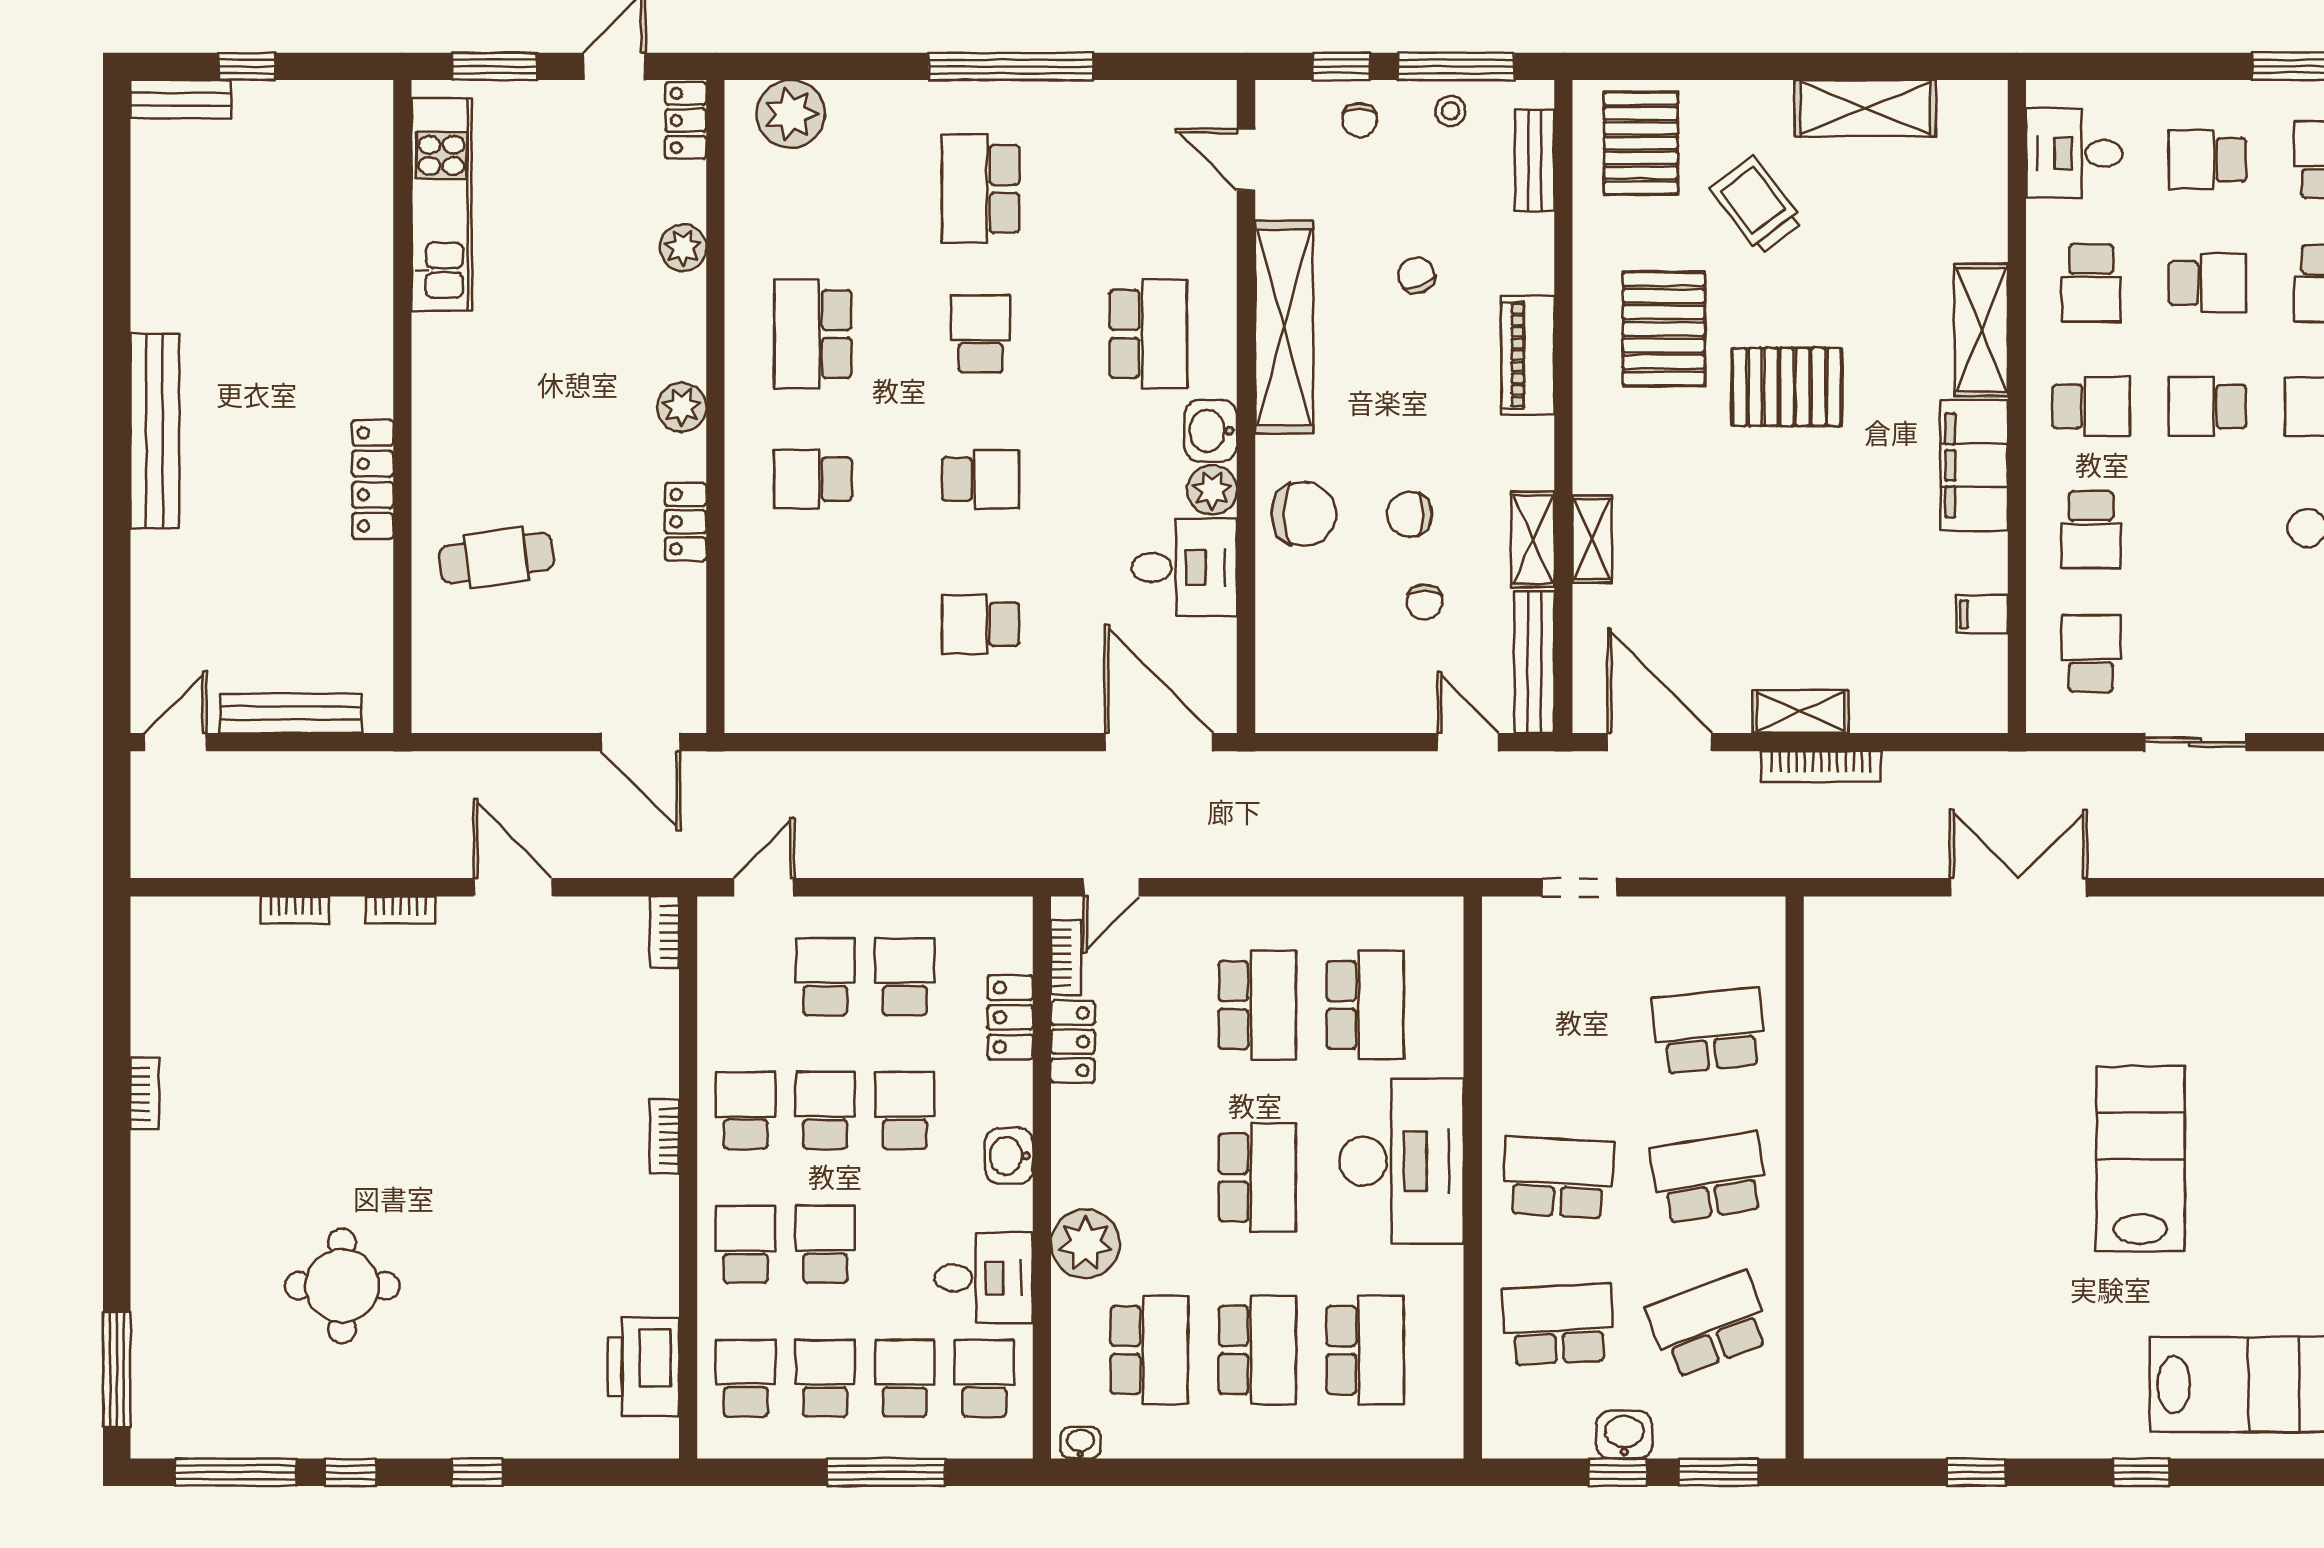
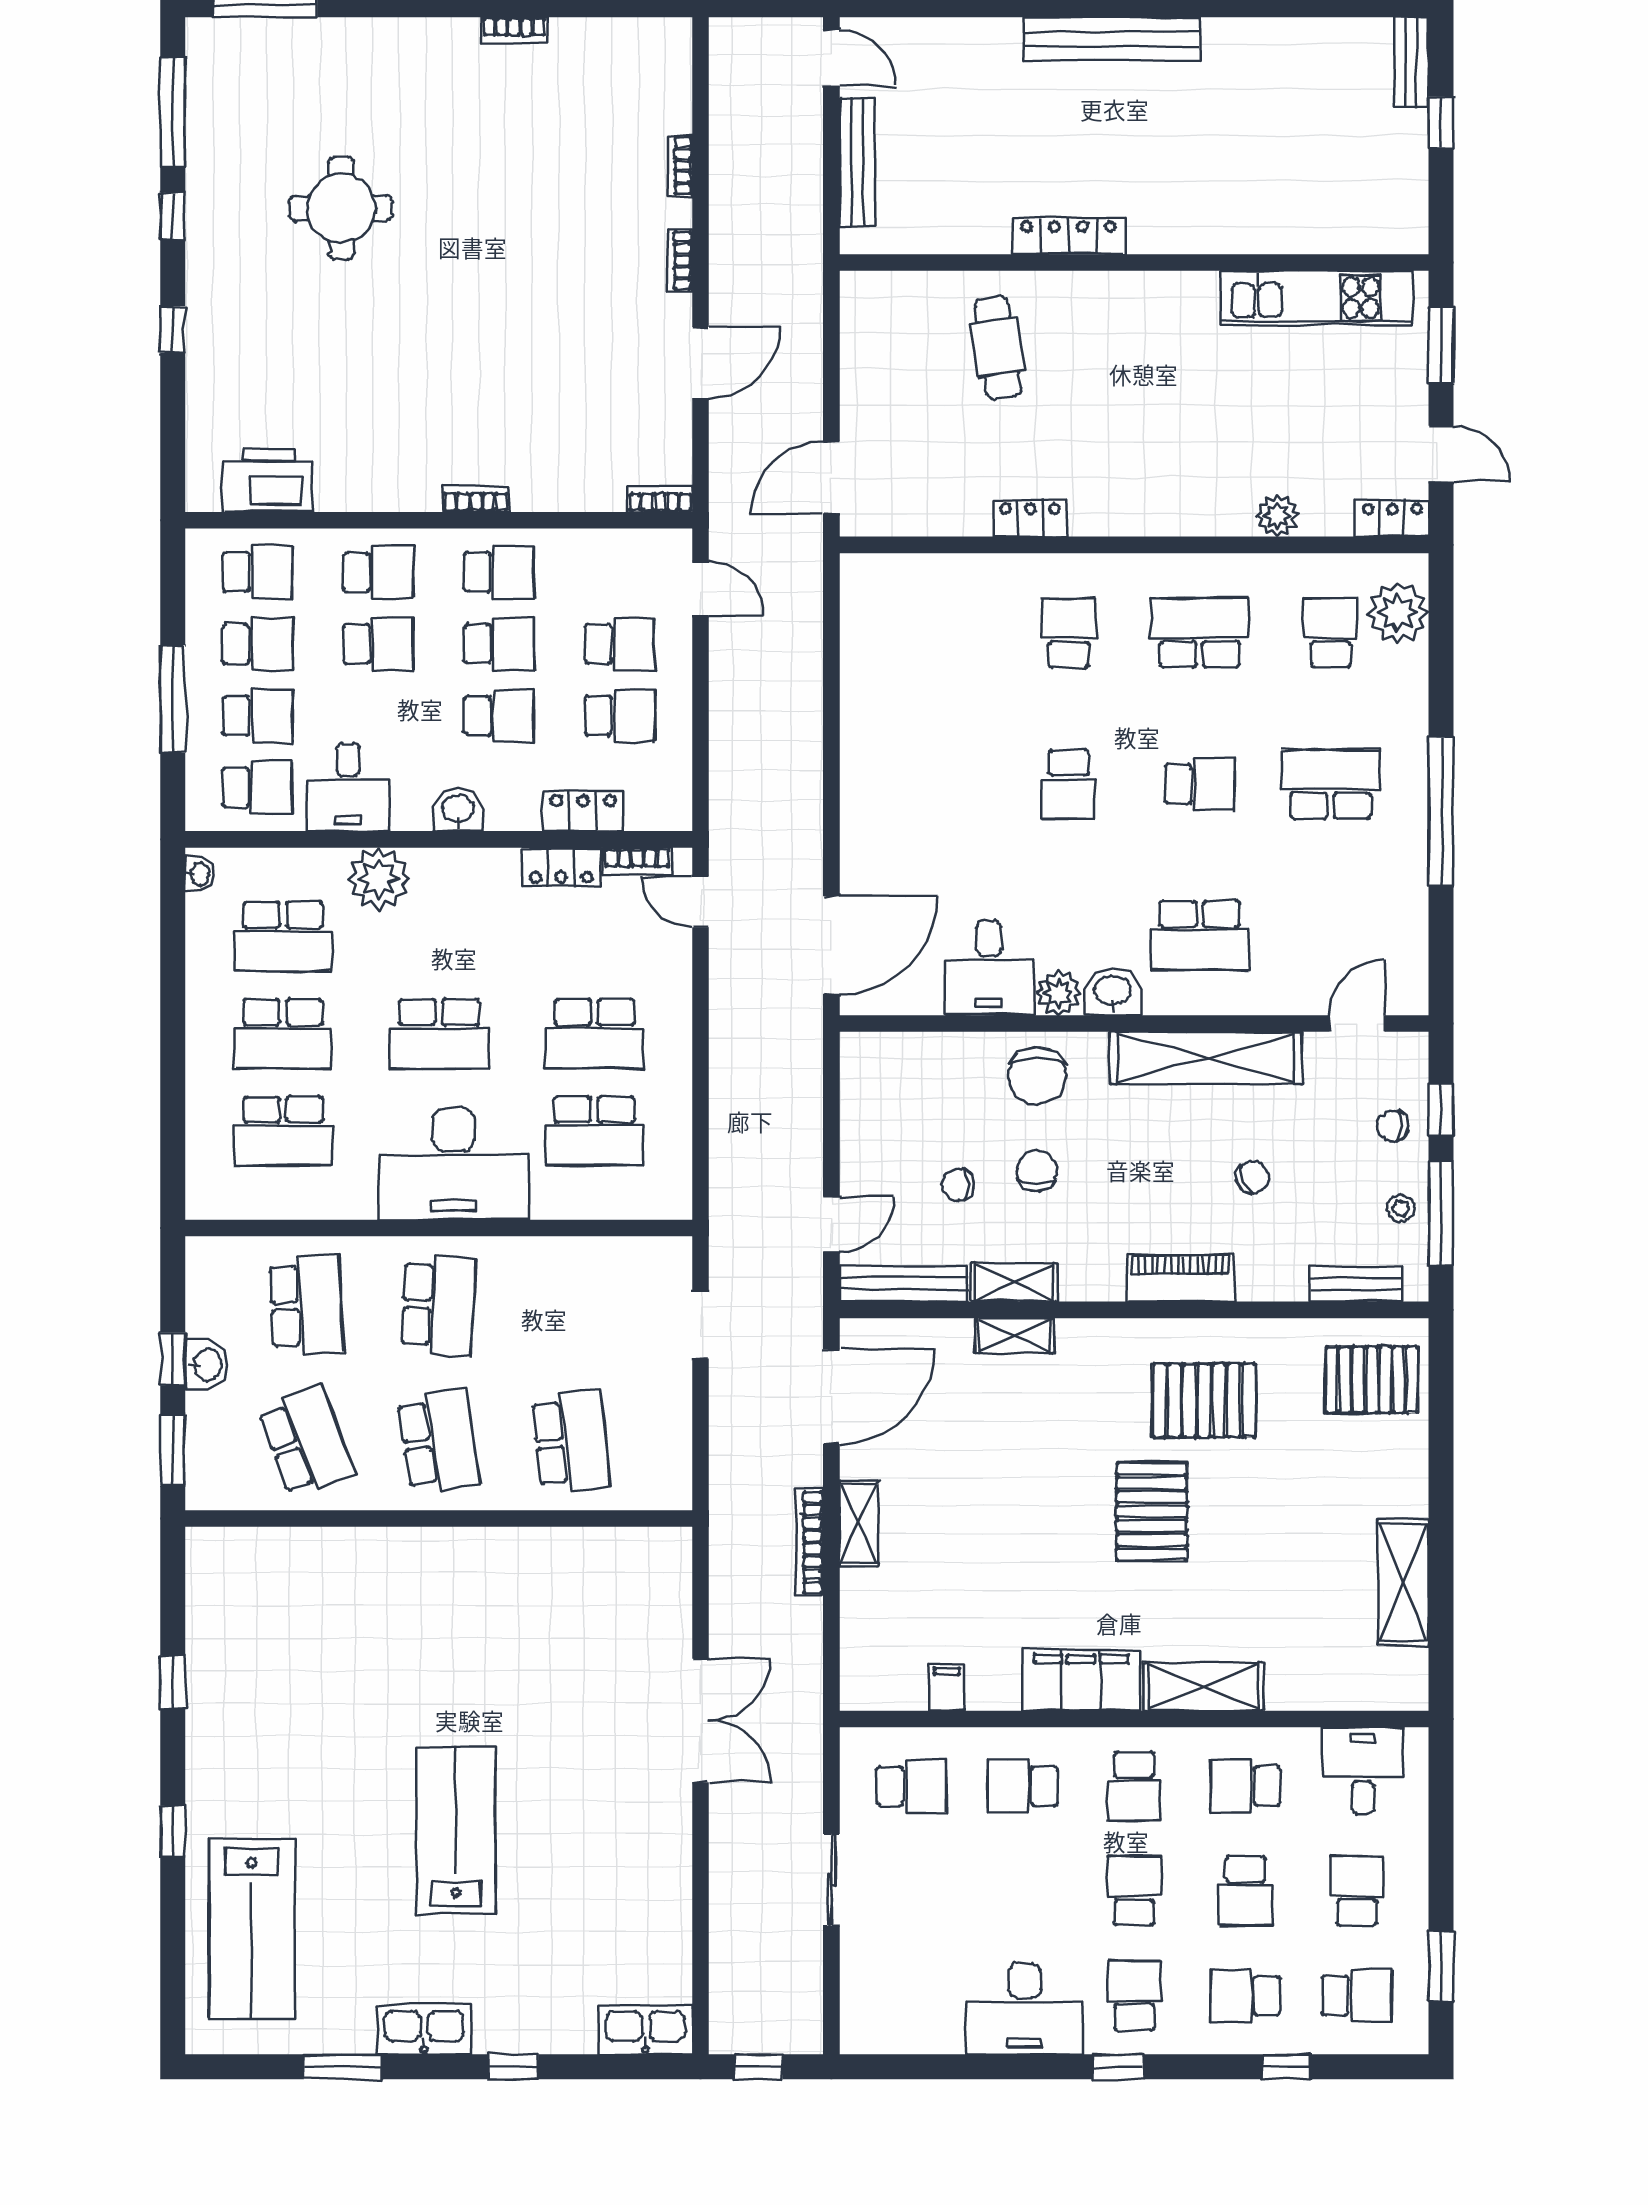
trolley: (1756, 205) -> (1316, 1484), removed
plant: (682, 407) -> (1134, 514), removed
school desk: (981, 624) -> (1331, 633), moved
lab bench: (2140, 1159) -> (456, 1830), turned -90

